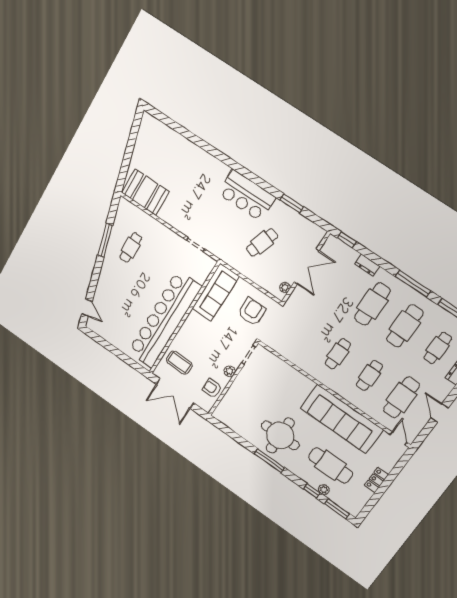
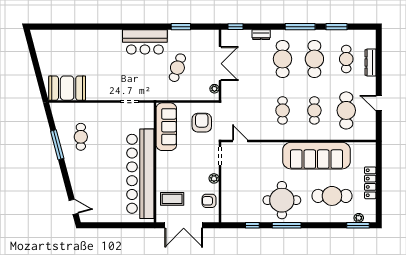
door: (398, 438) -> (240, 141), moved
locker: (376, 480) -> (370, 183), width x1.53
plant: (324, 490) -> (359, 218), moved
window: (312, 491) -> (252, 225), moved

